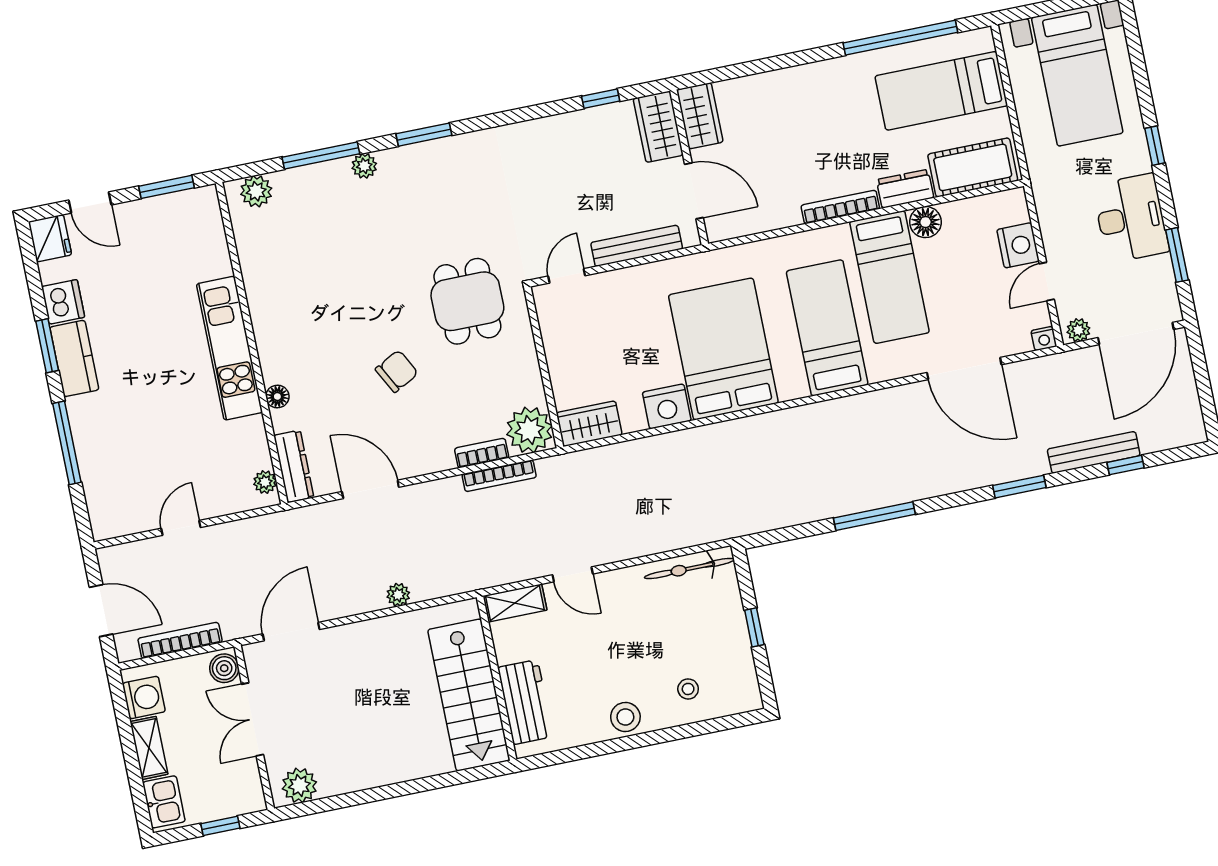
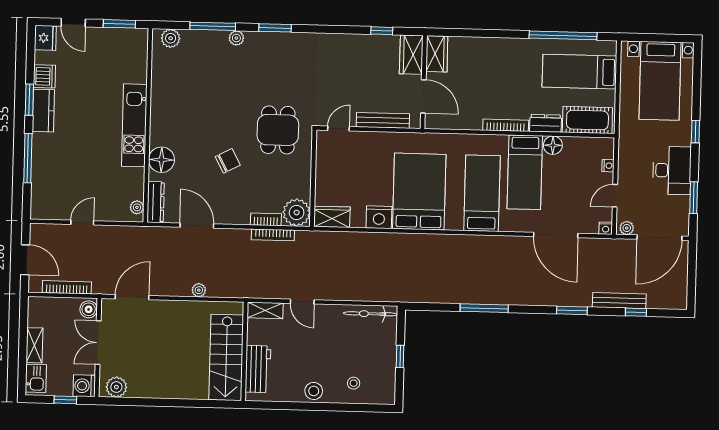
nightstand: (1018, 245) -> (608, 166), width x0.53, depth x0.56
floor lamp: (277, 396) -> (161, 160), width x1.89, depth x1.89
washing machine: (144, 697) -> (84, 386), moved, turned 180

